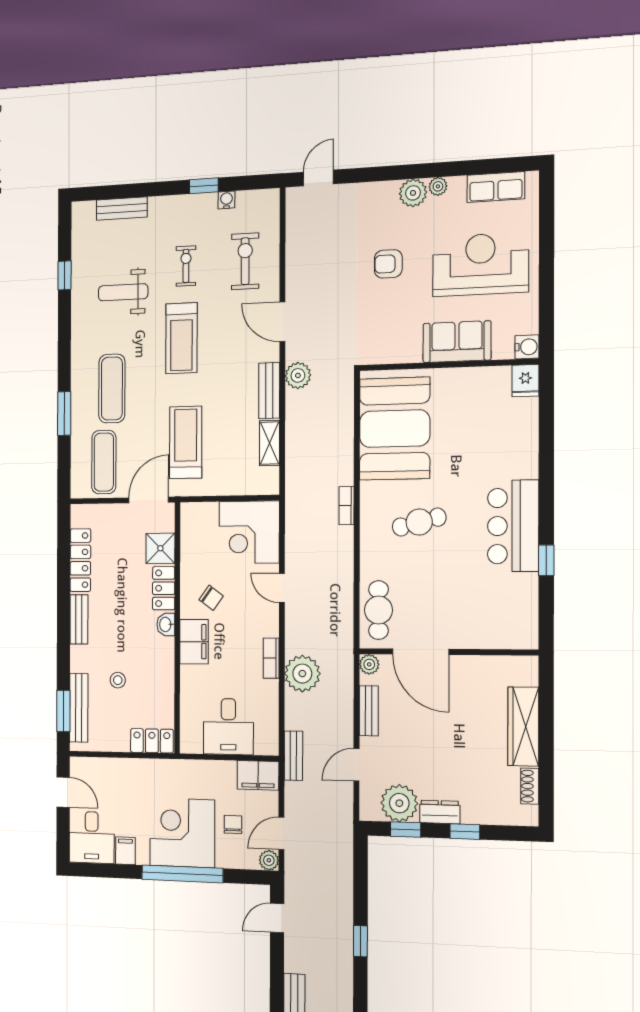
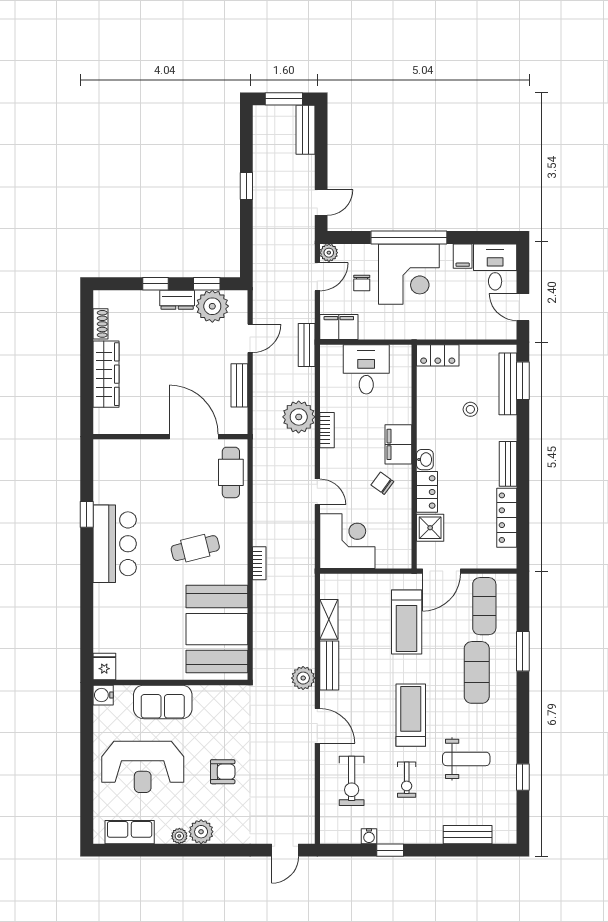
plant: (369, 664) -> (239, 425), removed

